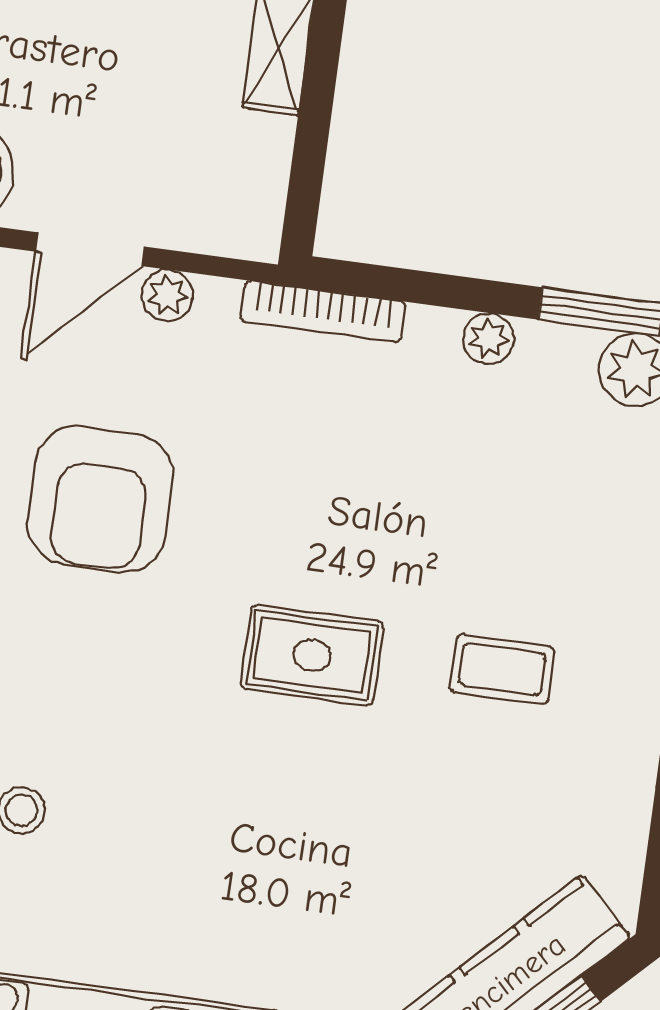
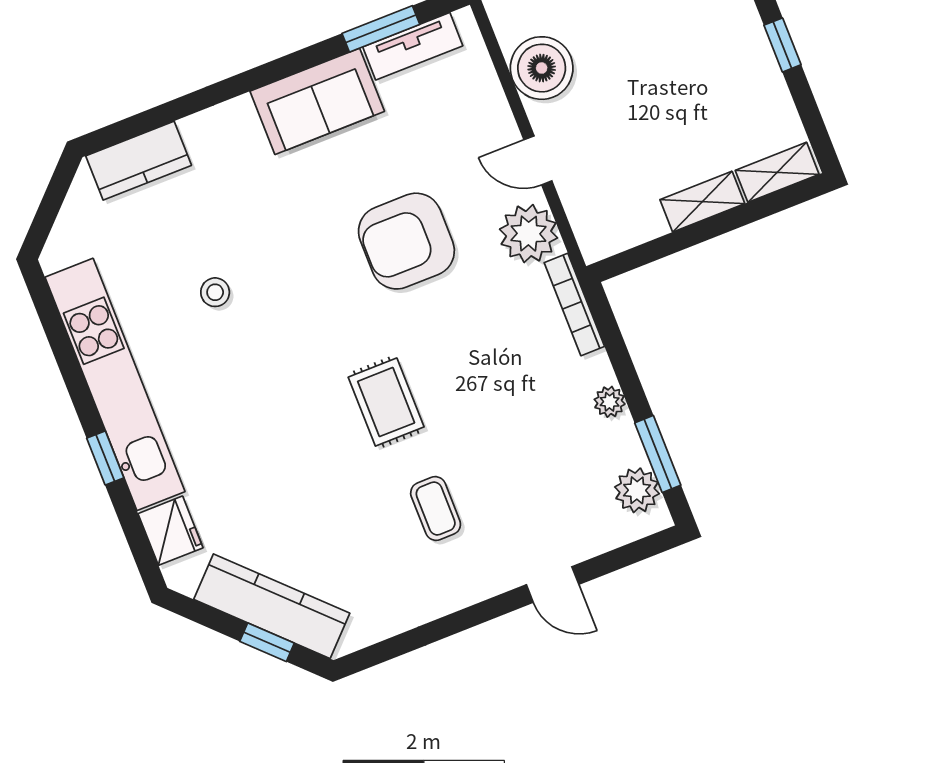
door: (90, 249) -> (538, 160), width x0.73
plant: (167, 295) -> (529, 234), width x1.88, depth x1.88

